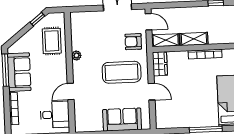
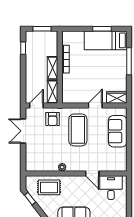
wardrobe: (160, 64) -> (117, 97), moved

